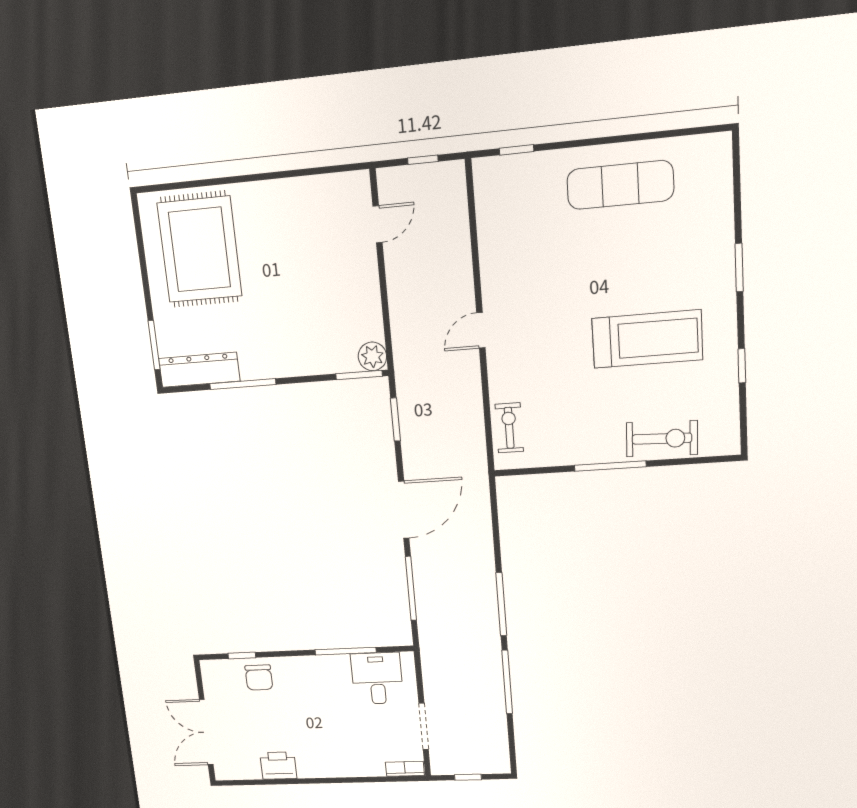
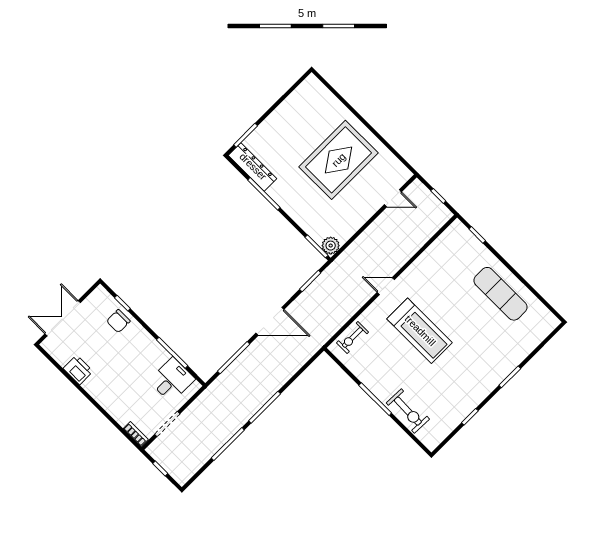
rug: (199, 250) -> (339, 160), moved
treadmill: (647, 339) -> (420, 331), moved
exercise bike: (509, 428) -> (352, 338), turned 180

